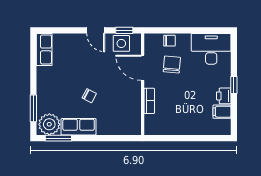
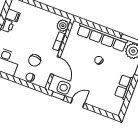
door: (96, 30) -> (78, 103), hinge flipped
row of seats: (44, 49) -> (124, 87), moved
plant: (152, 123) -> (63, 26), added
row of seats: (79, 127) -> (102, 37), width x2.02

